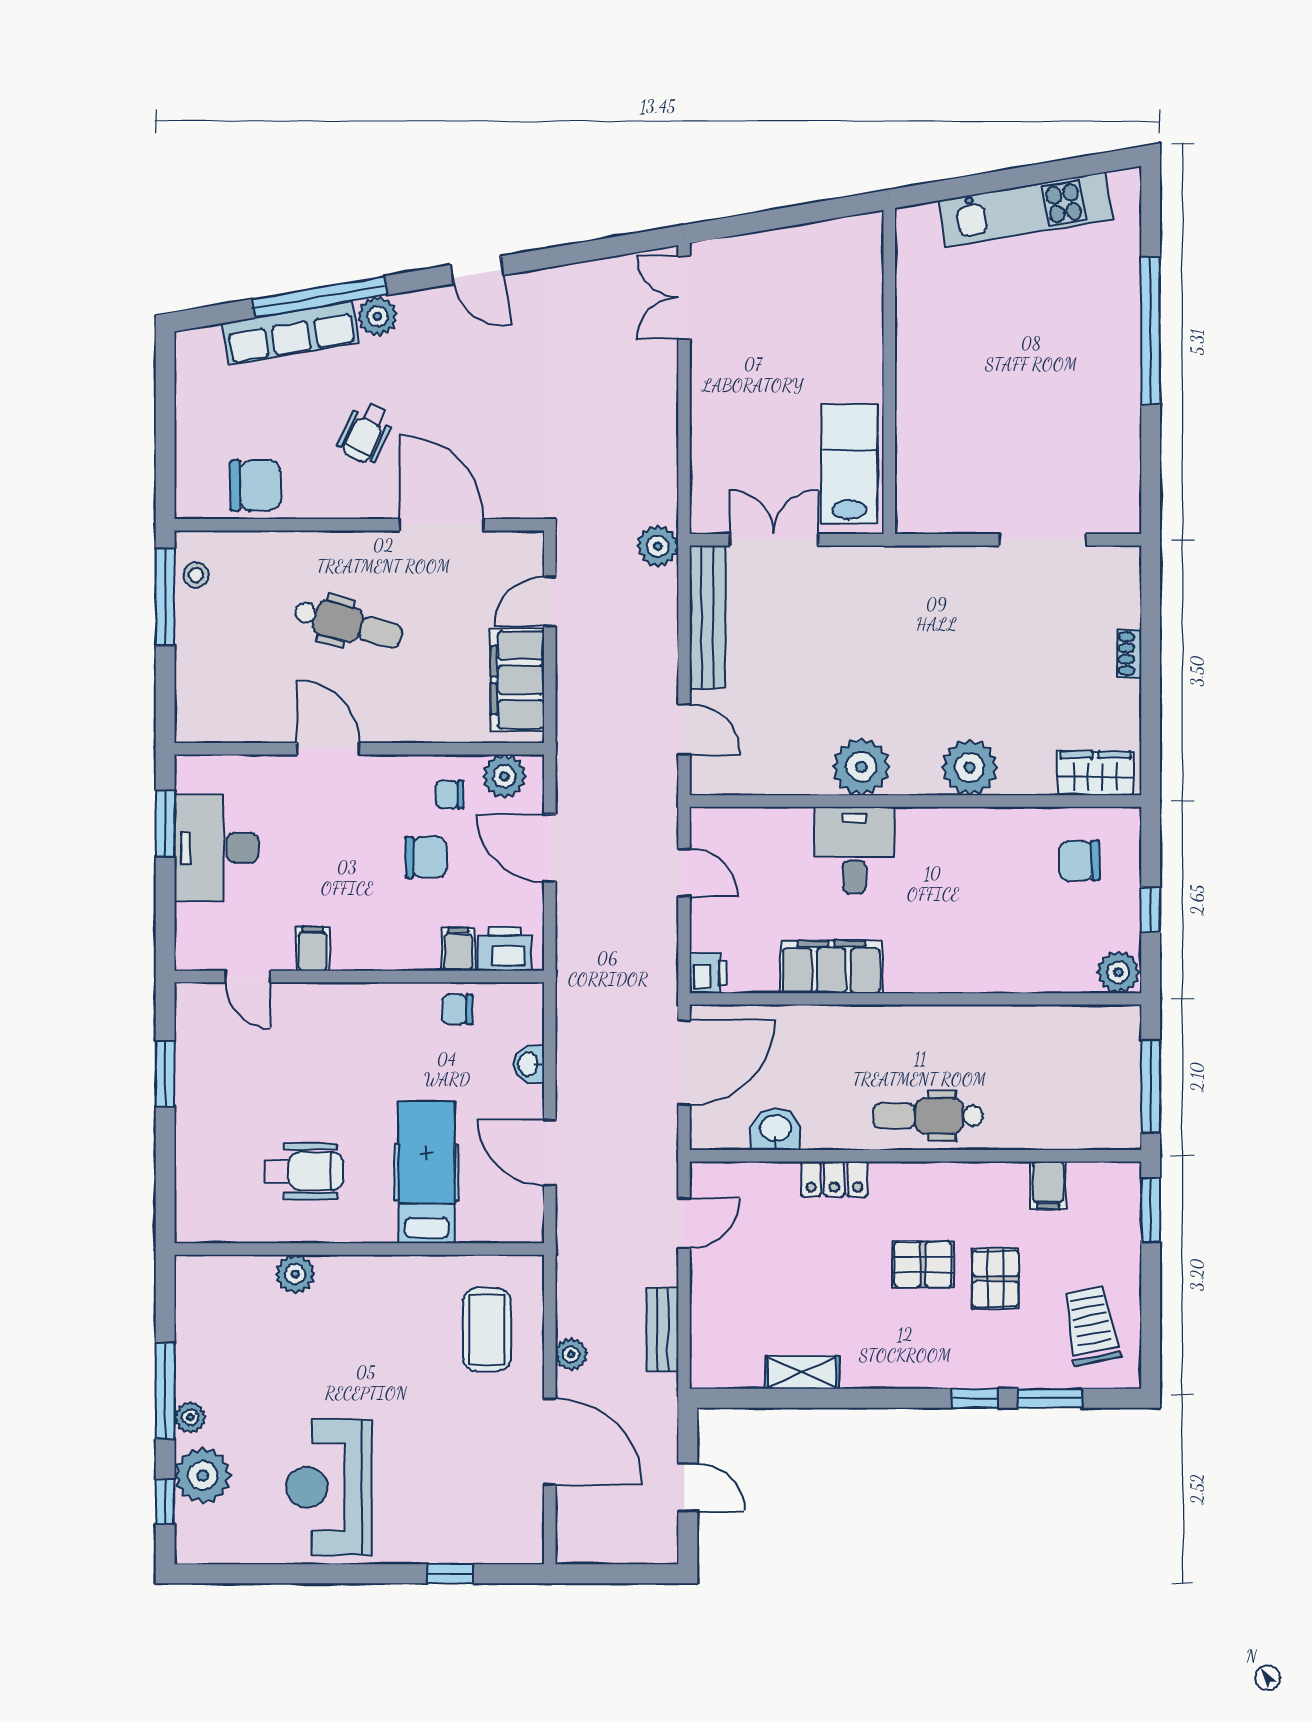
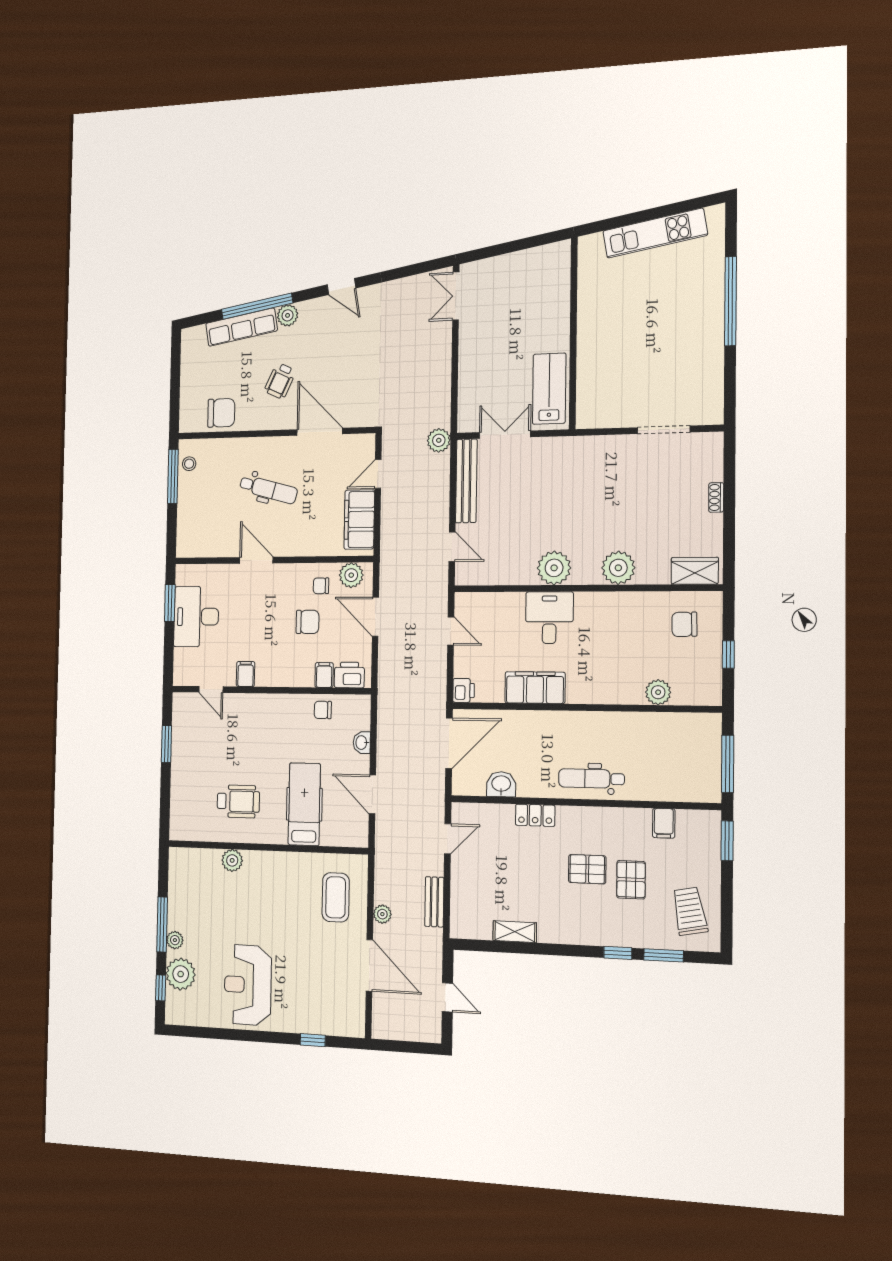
plant: (1118, 972) -> (658, 692), moved

